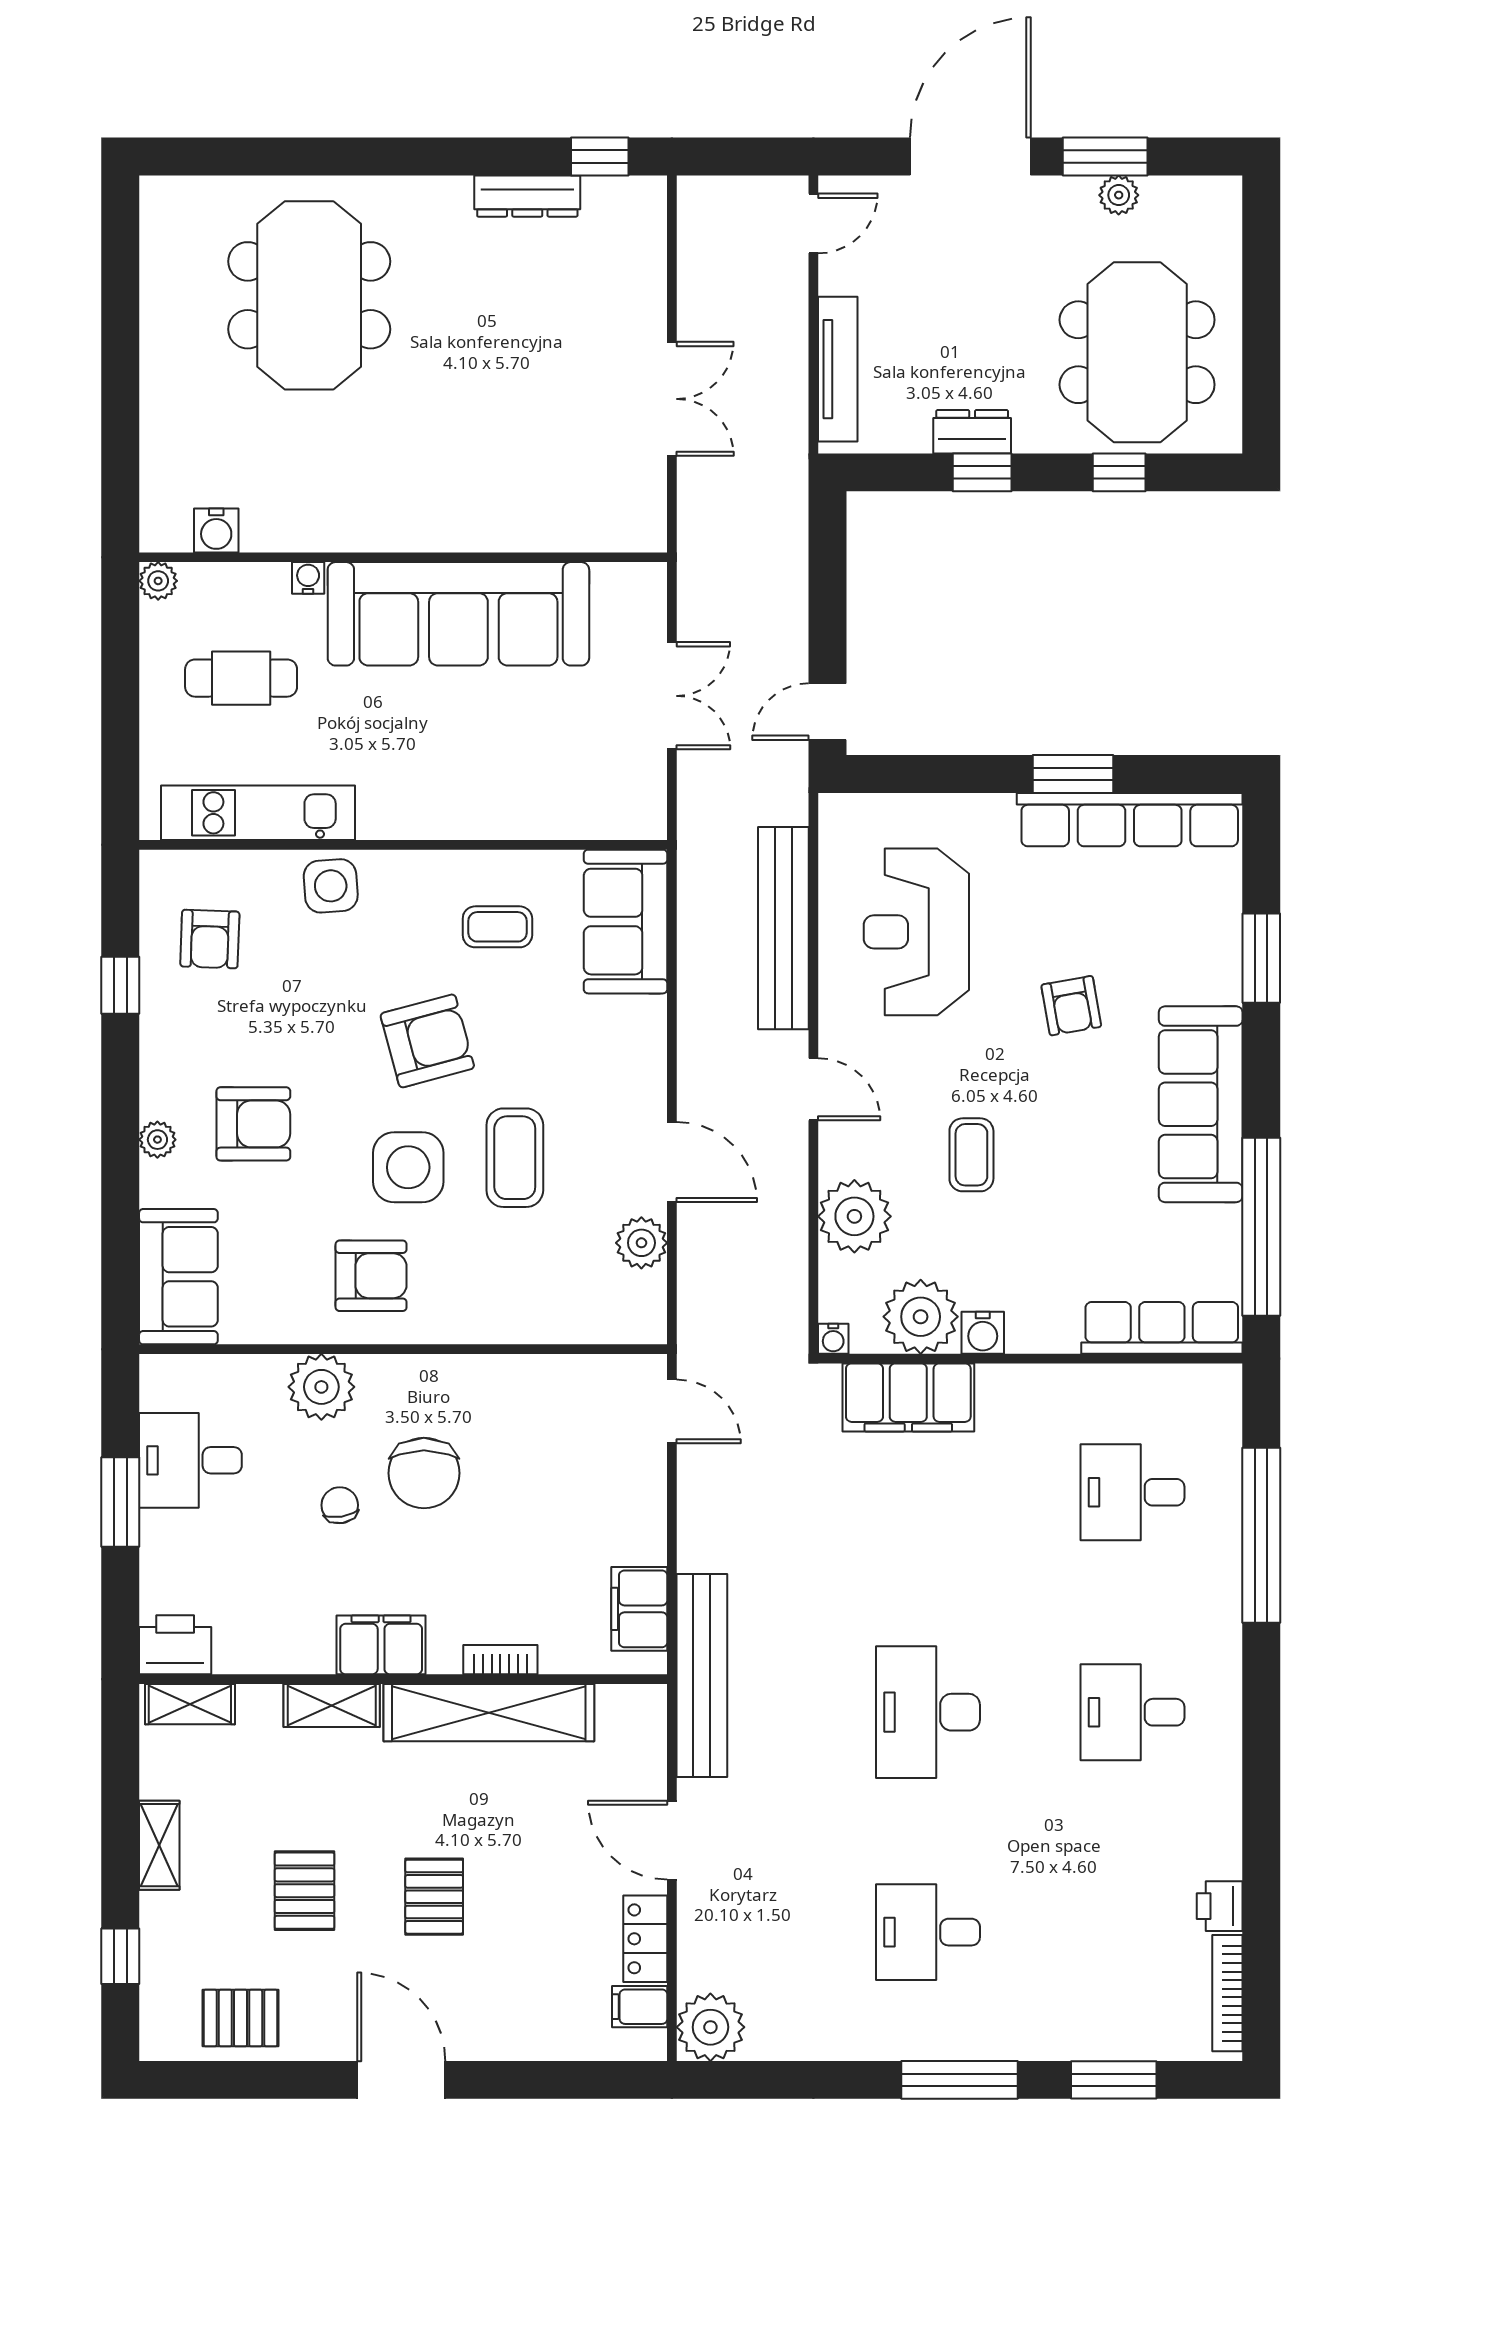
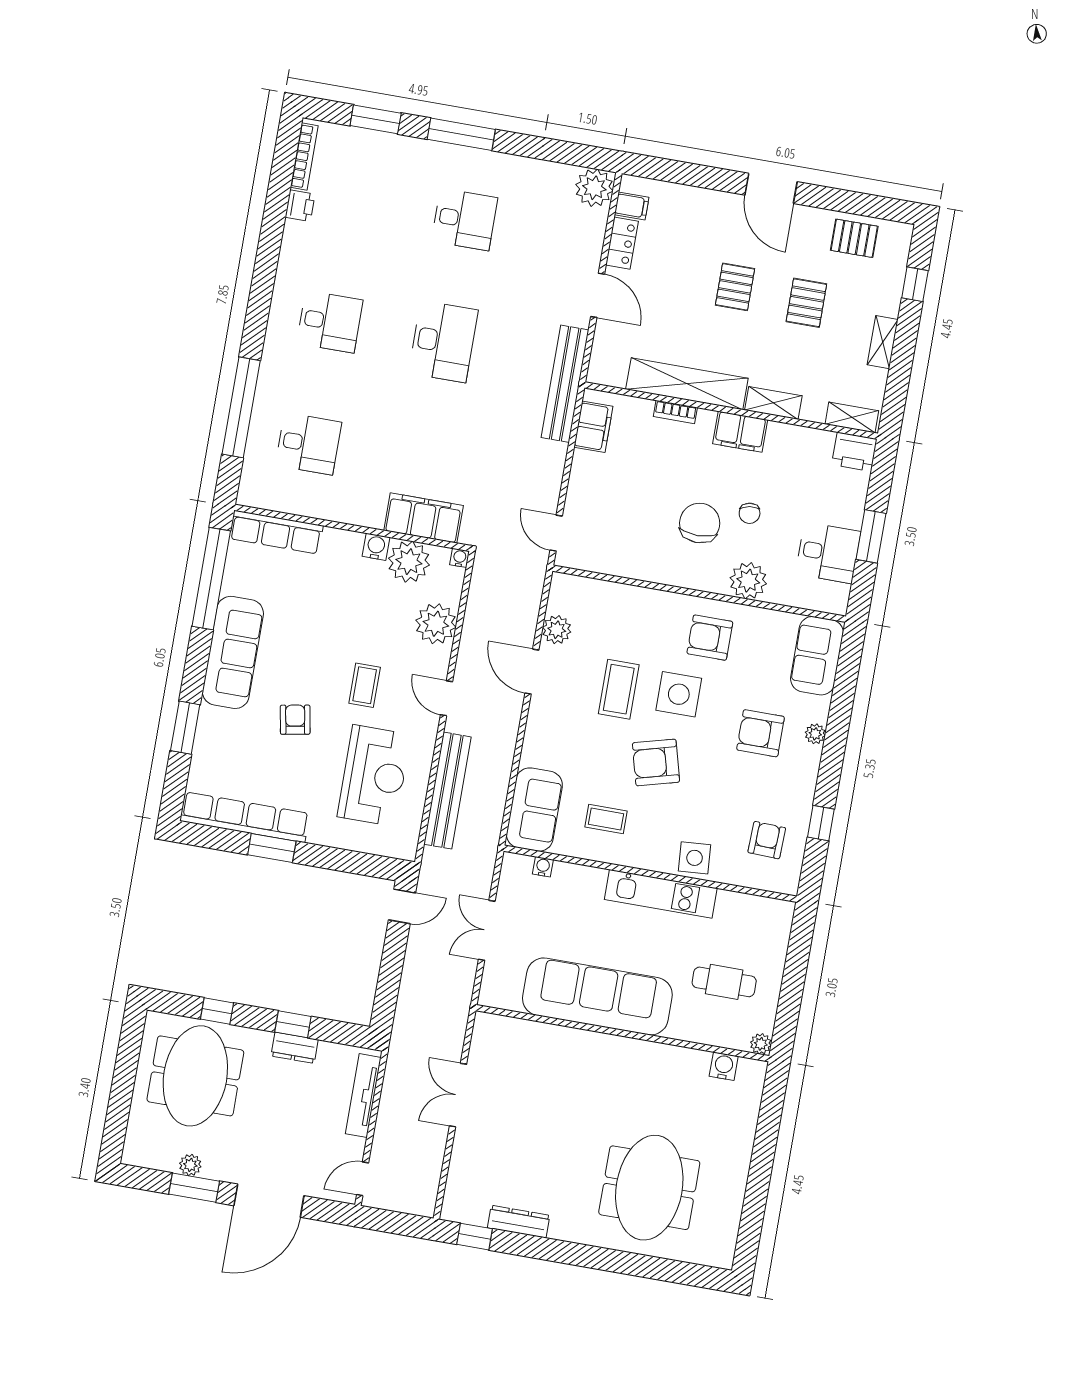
water cooler: (308, 578) -> (543, 867), moved, turned 180
kitchen unit: (258, 813) -> (661, 894), moved
coffee table: (971, 1155) -> (365, 685), moved

